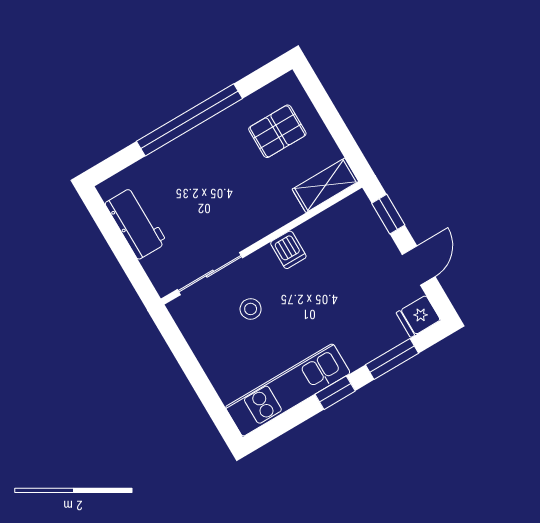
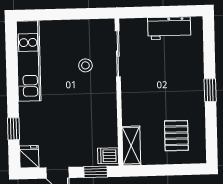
window: (189, 120) -> (210, 90), width x0.32
dishwasher: (288, 250) -> (108, 156), moved
window: (392, 359) -> (13, 129), width x0.67
window: (335, 393) -> (12, 87), removed

